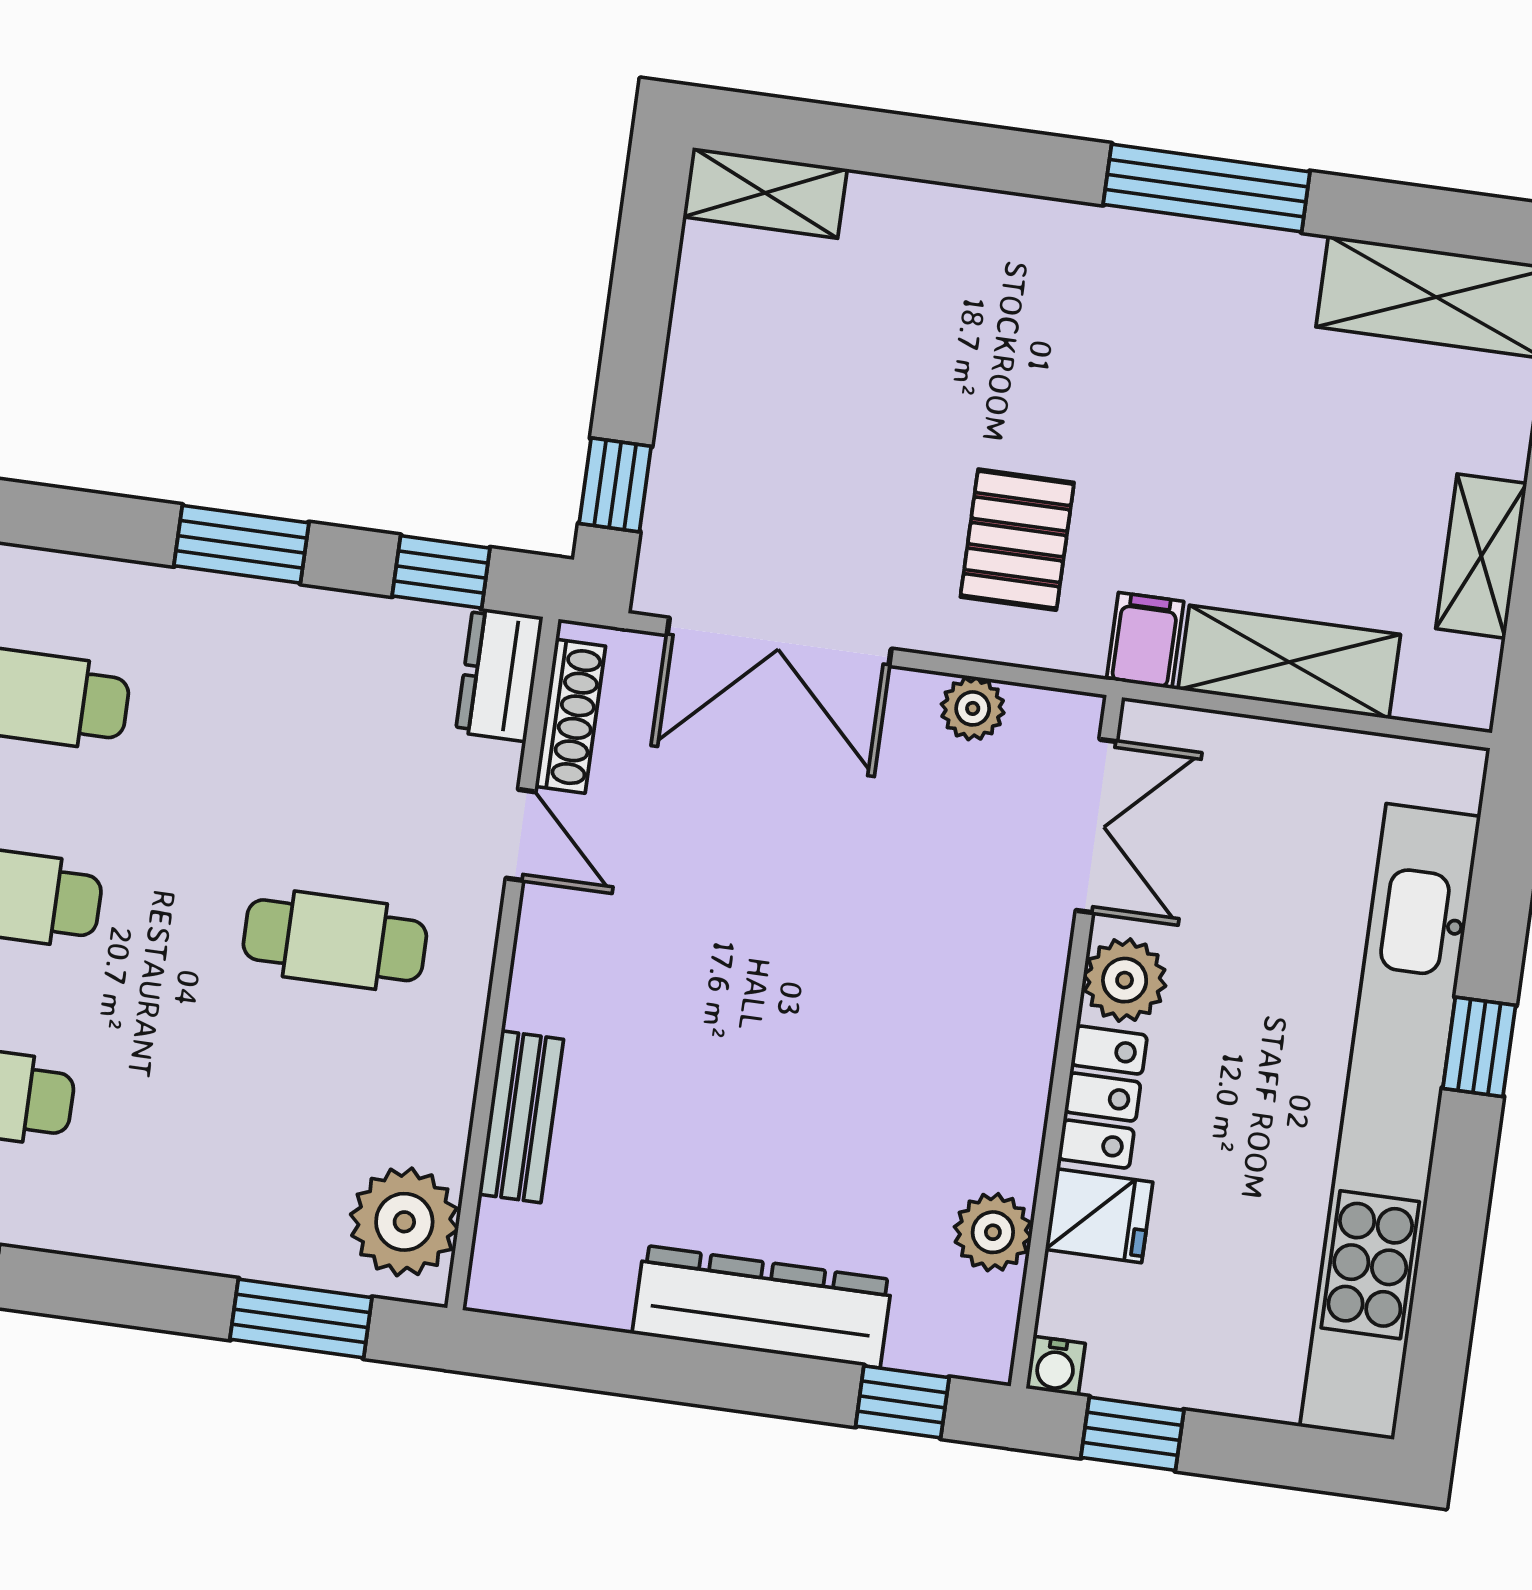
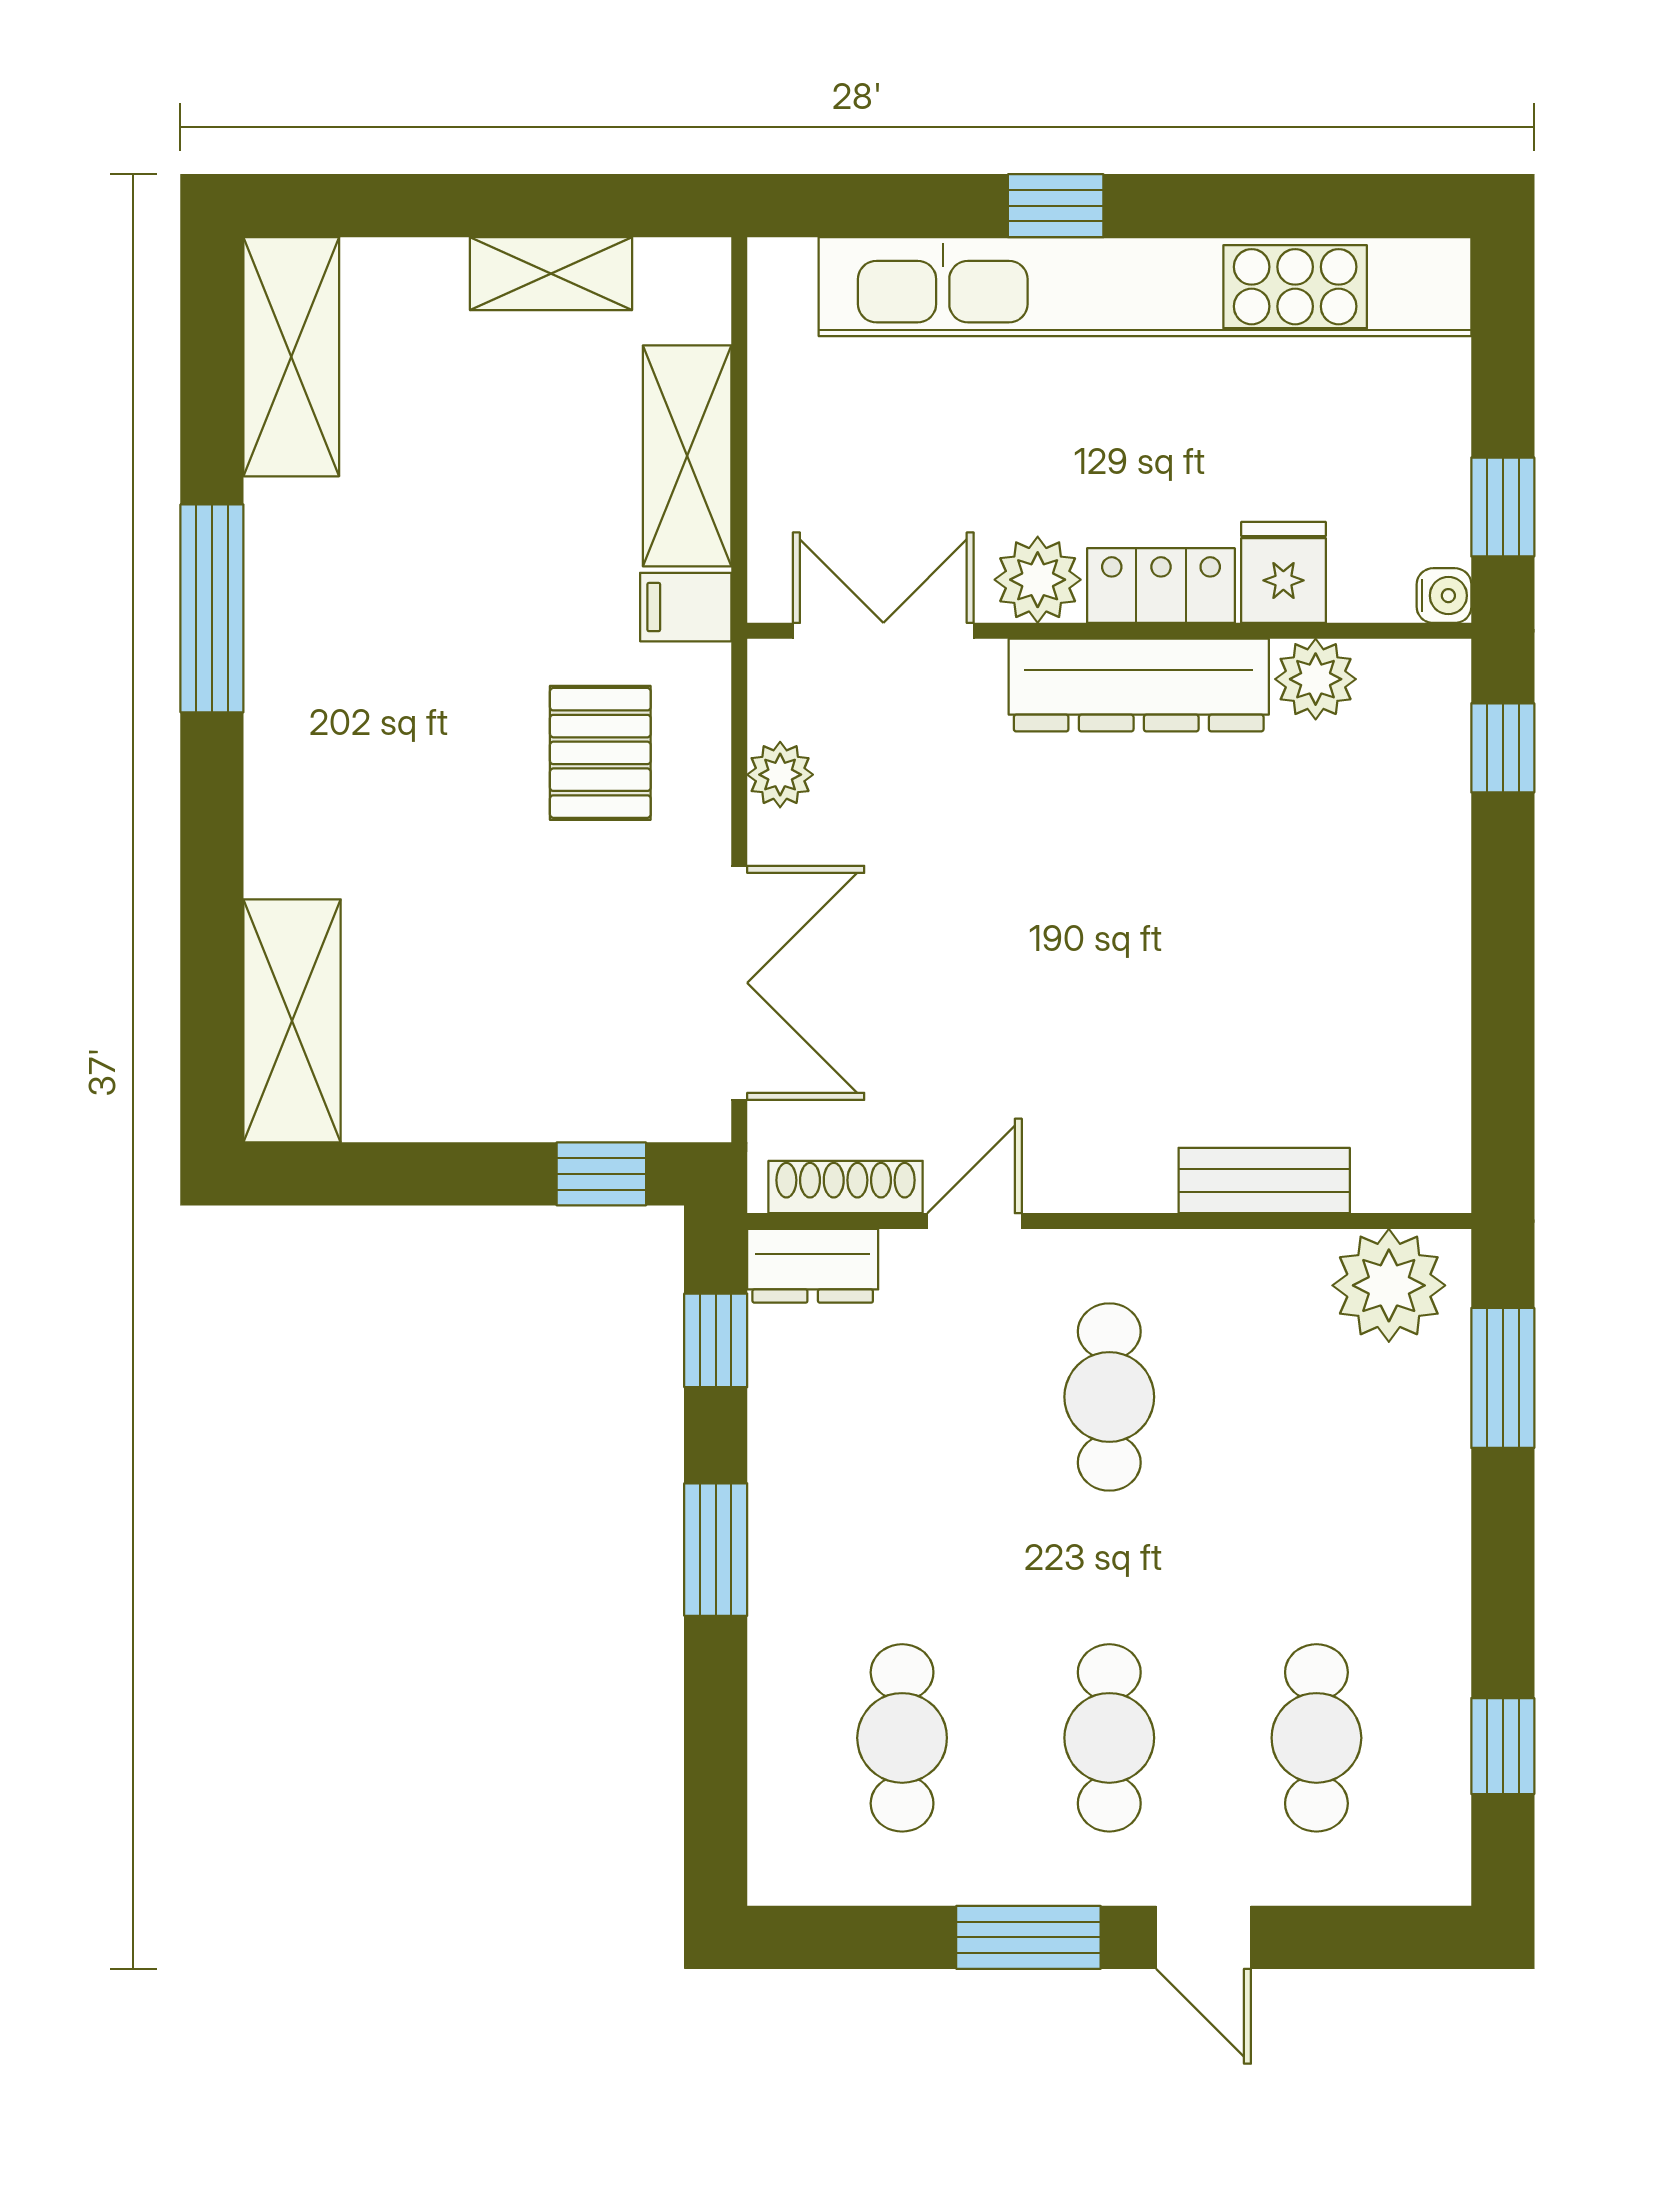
shelving: (765, 193) -> (292, 1021), width x1.50, depth x1.33
pallet: (1017, 540) -> (600, 753), turned 90
dresser: (762, 1307) -> (1139, 685), moved, turned -90

